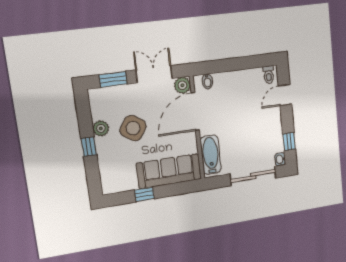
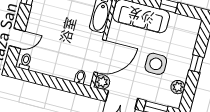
plant: (101, 128) -> (178, 87), moved
side table: (133, 128) -> (156, 64), turned -34

